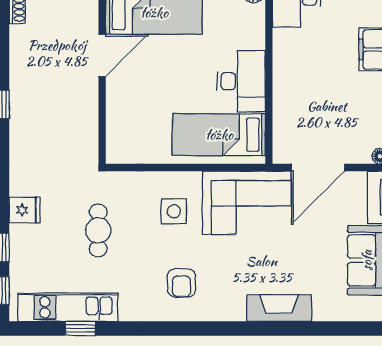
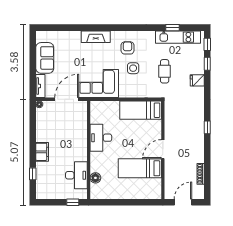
bed: (219, 135) -> (141, 110), moved, turned 180
side table: (174, 211) -> (133, 68), moved
fireplace: (279, 308) -> (96, 37), moved

